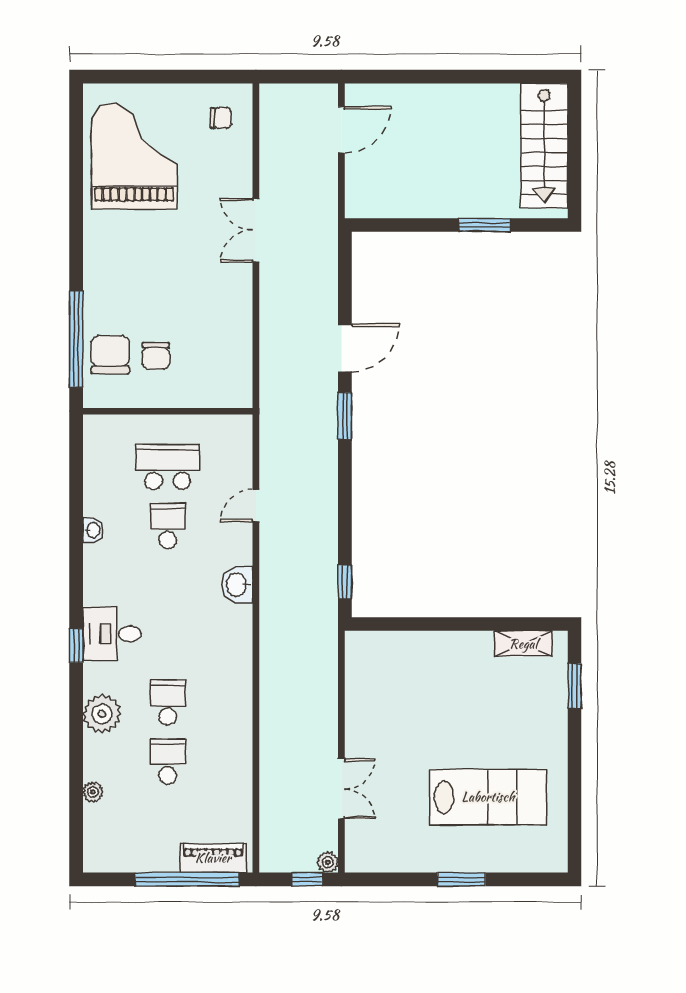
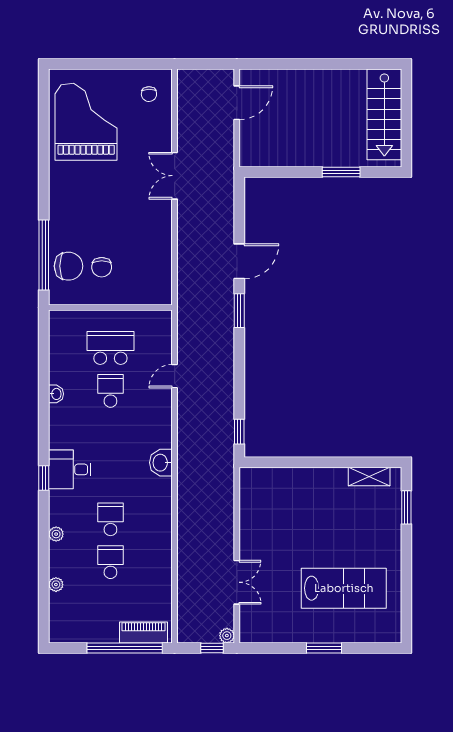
chair: (221, 118) -> (149, 94), turned 89
chair: (110, 354) -> (69, 266), turned 90
washbasin: (237, 585) -> (161, 463), moved
plant: (102, 714) -> (56, 534), width x0.53, depth x0.53

